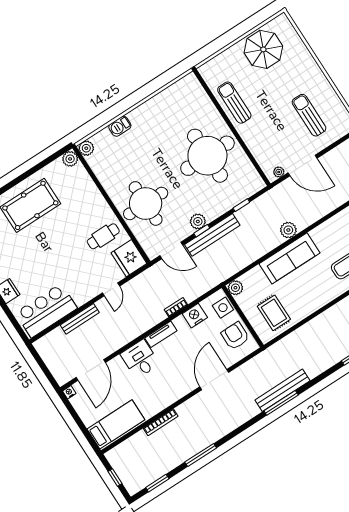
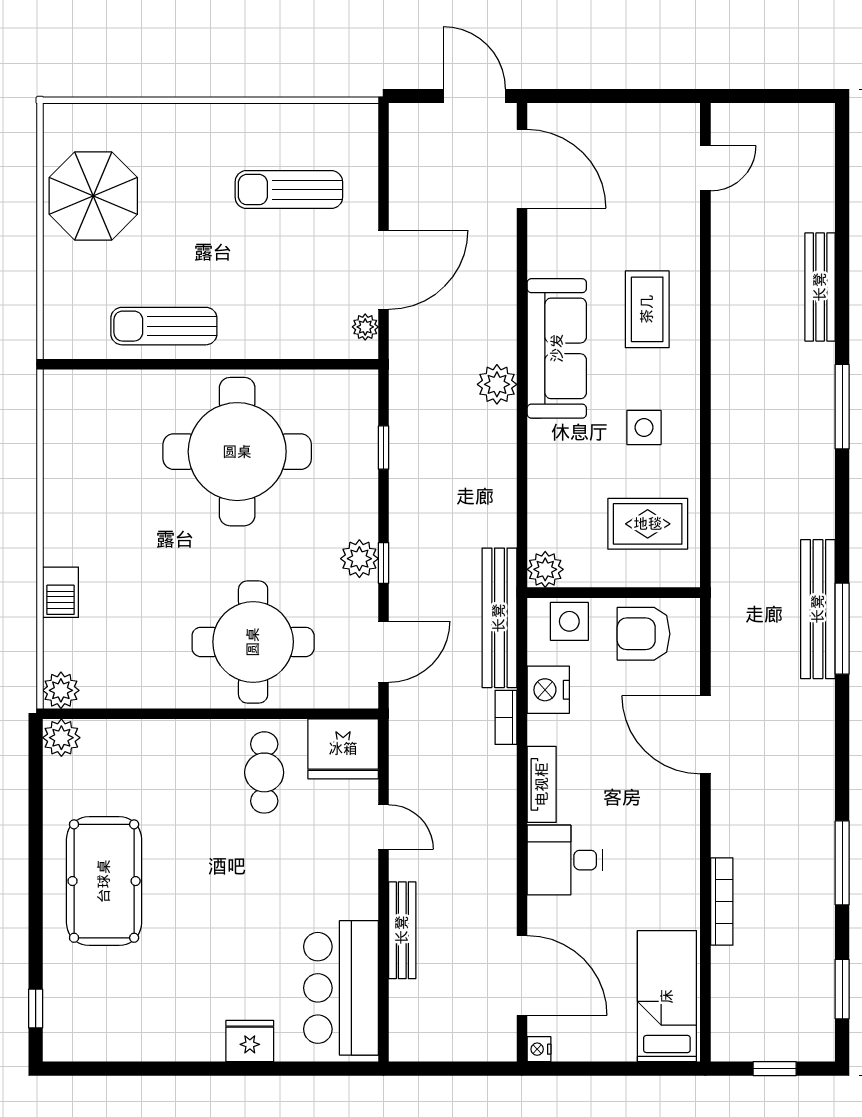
bench: (212, 235) -> (499, 618), moved
sofa: (289, 258) -> (557, 348), moved
side table: (306, 290) -> (644, 427), added

